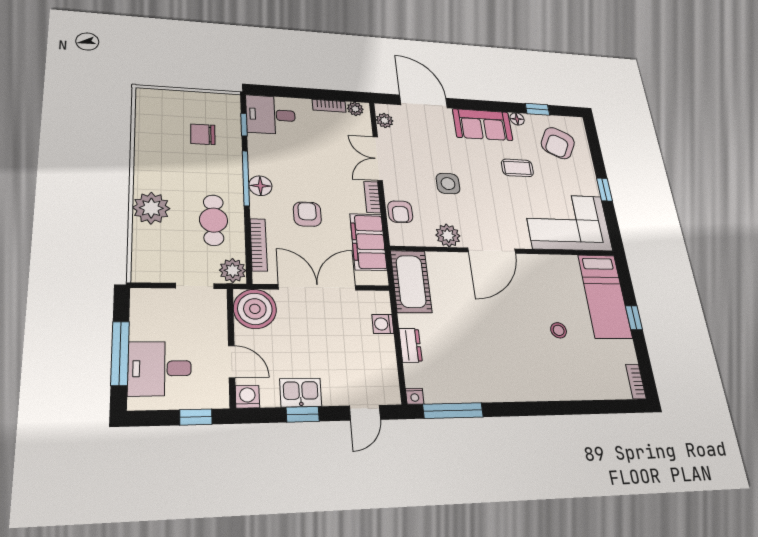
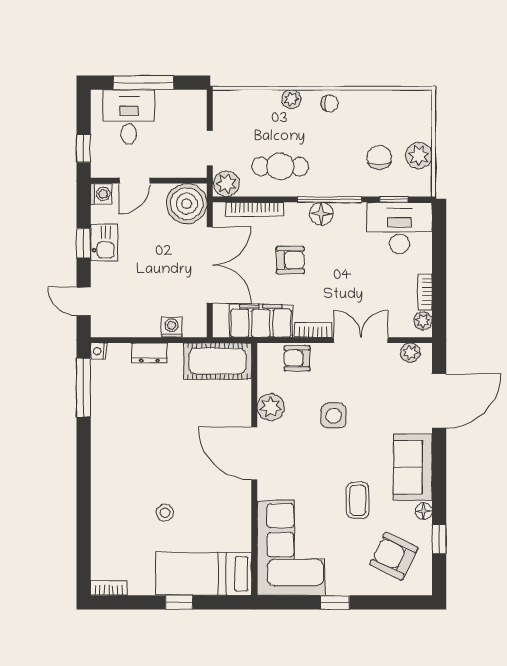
plant: (201, 102) -> (419, 156), added
desk: (271, 115) -> (400, 228), width x1.37
chair: (148, 174) -> (330, 103), added
plant: (151, 208) -> (291, 99), width x0.53, depth x0.53

